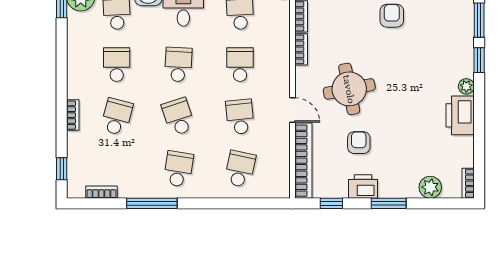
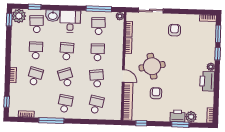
printer: (363, 187) -> (178, 116), moved
window: (389, 203) -> (180, 125), moved

